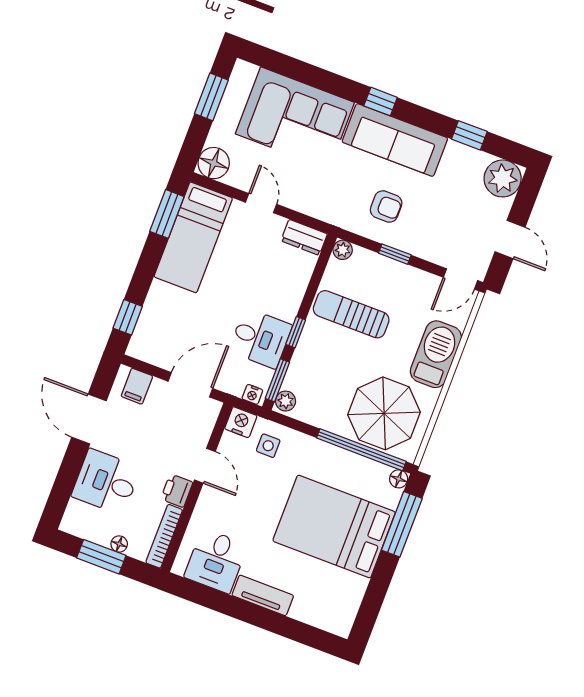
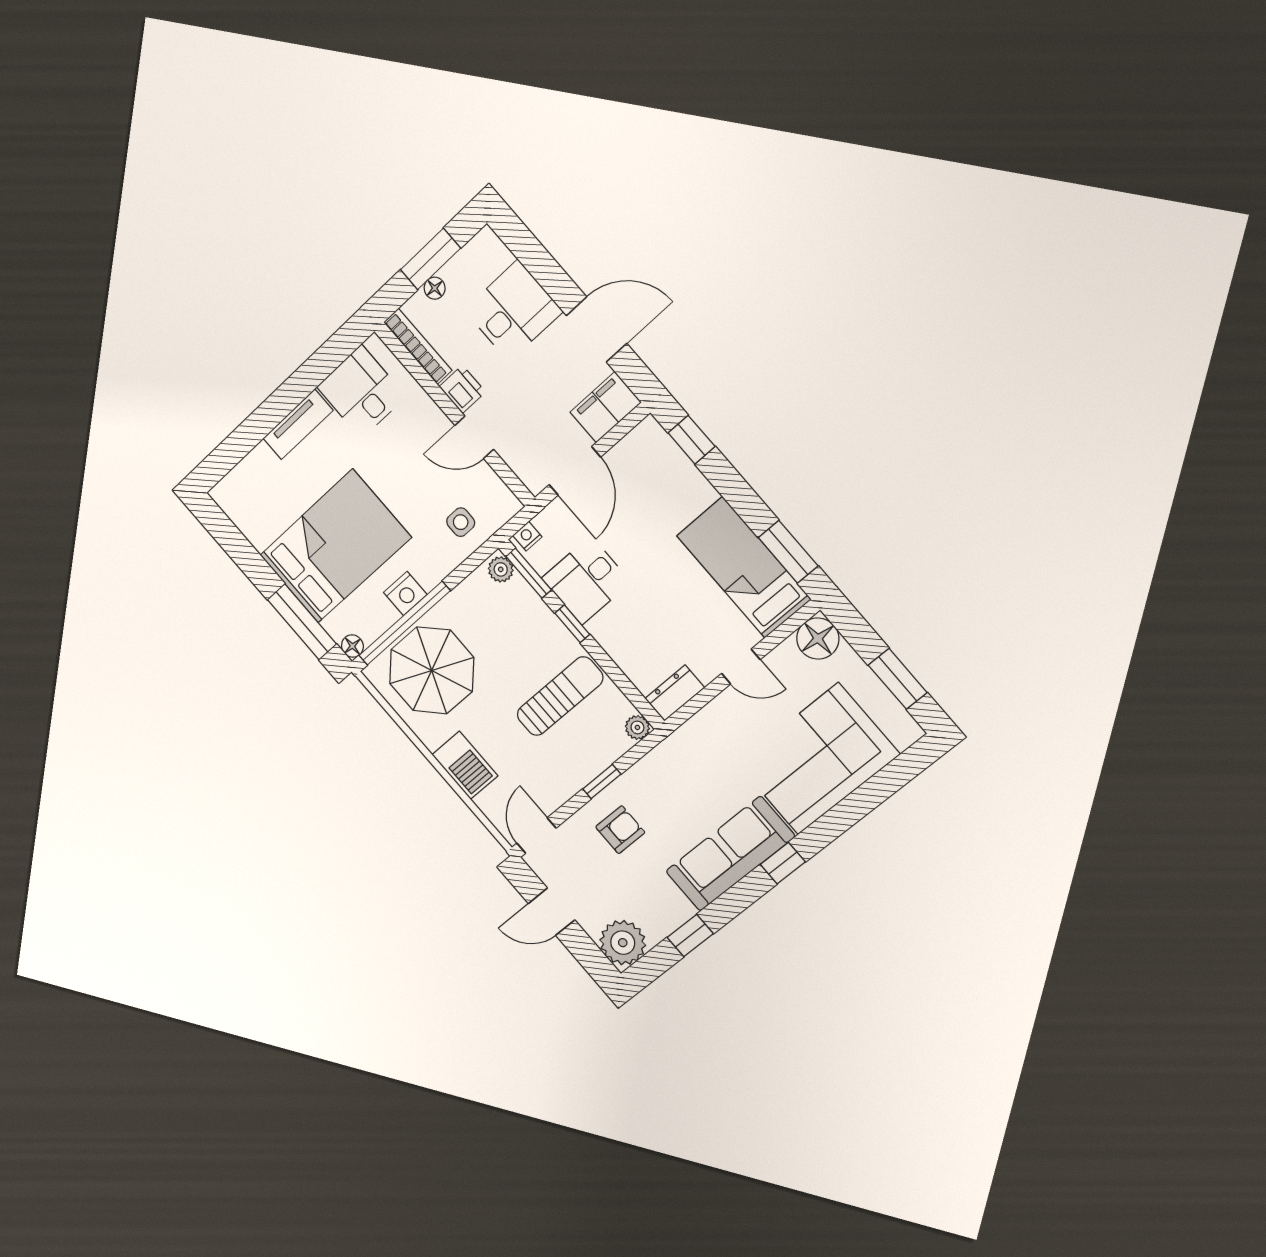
armchair: (386, 207) -> (620, 830), moved, turned 180
barbecue: (436, 354) -> (465, 765), width x0.73, depth x0.83
filing cabinet: (137, 386) -> (606, 407), width x2.00
nightstand: (241, 422) -> (405, 593), moved

